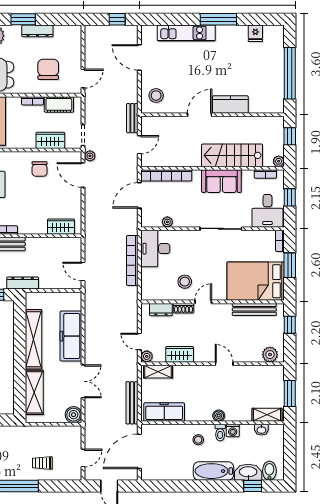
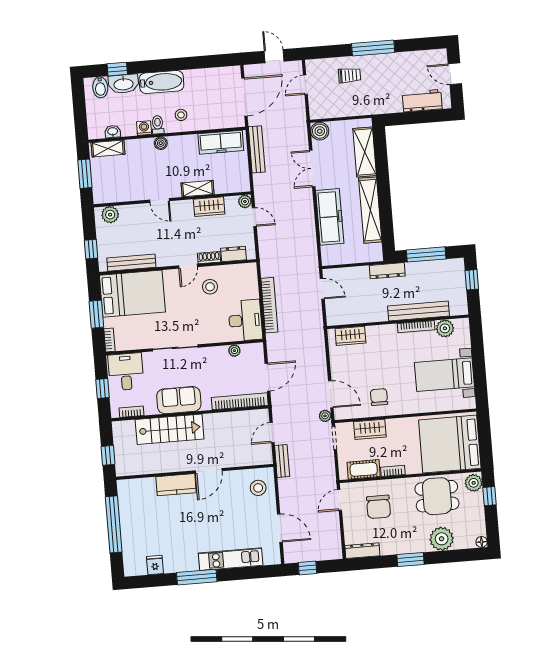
dresser: (37, 31) -> (362, 551), moved
plant: (279, 161) -> (118, 427), removed
shelving: (158, 372) -> (198, 189), moved

